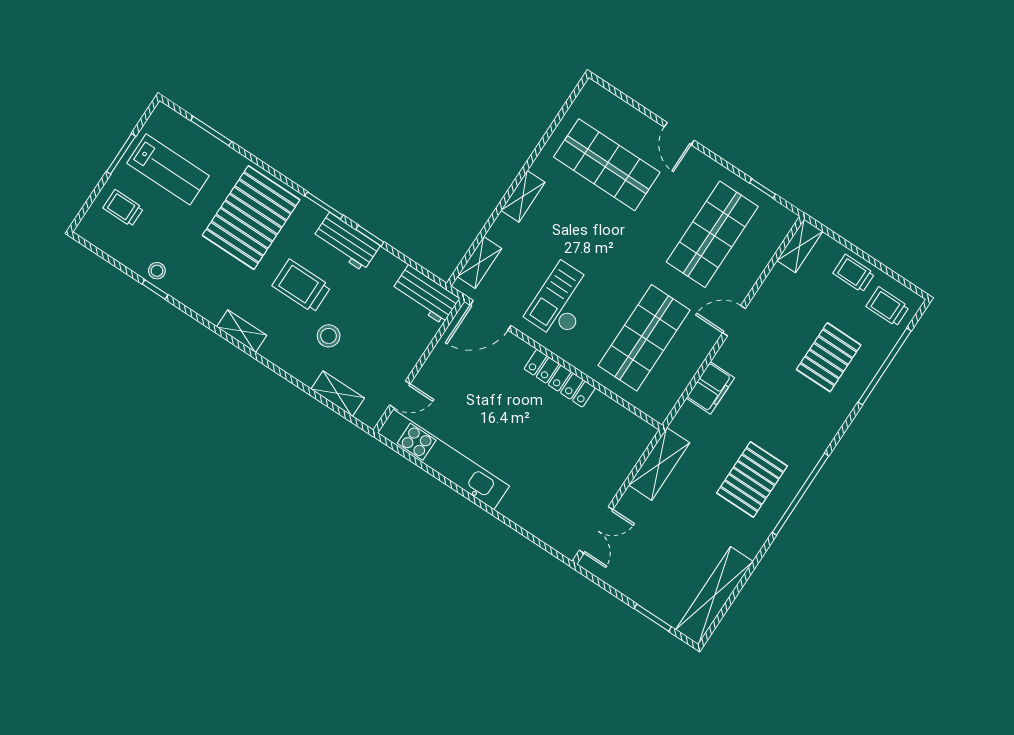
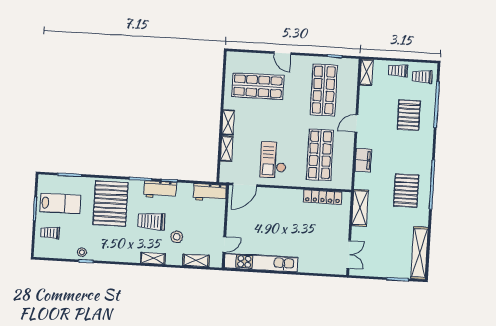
shelving: (479, 262) -> (227, 149), moved
shelving: (242, 331) -> (153, 258), moved
locker: (560, 378) -> (323, 197), moved

